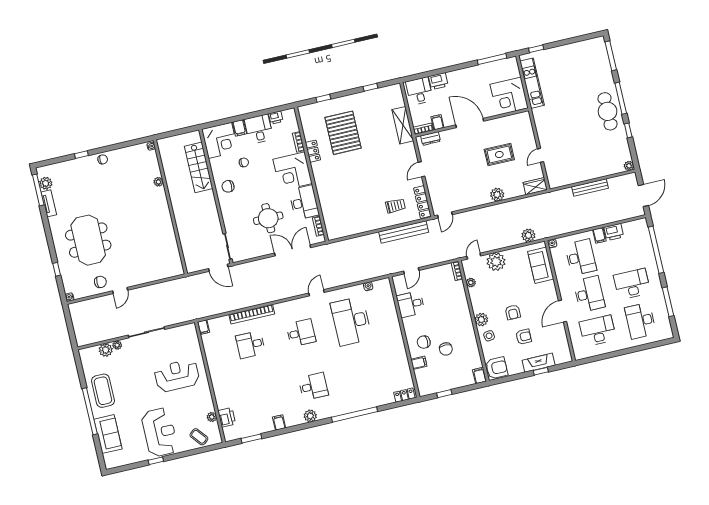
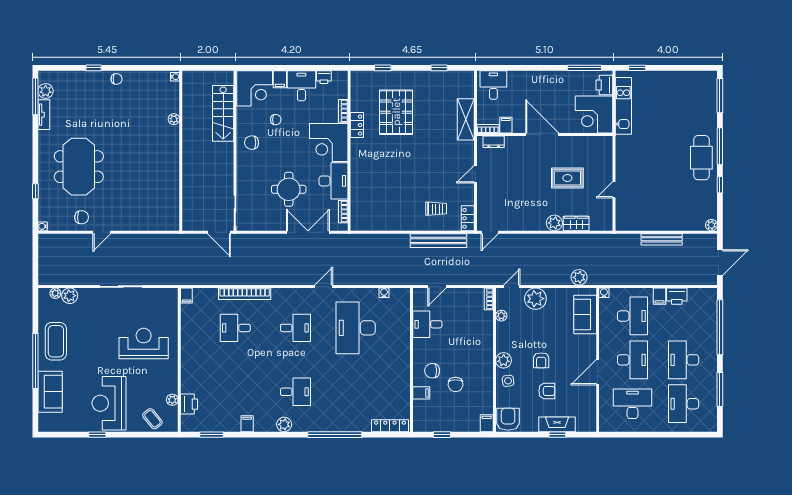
printer: (438, 81) -> (604, 85), moved, turned 90
wardrobe: (535, 186) -> (576, 223), moved
locker: (422, 202) -> (468, 218), width x0.66
desk: (632, 284) -> (684, 360), turned -90
plant: (117, 345) -> (55, 293), moved
armchair: (497, 368) -> (508, 419), turned -90
locker: (404, 395) -> (390, 426), width x1.53
reception desk: (160, 432) -> (109, 403), turned 180

